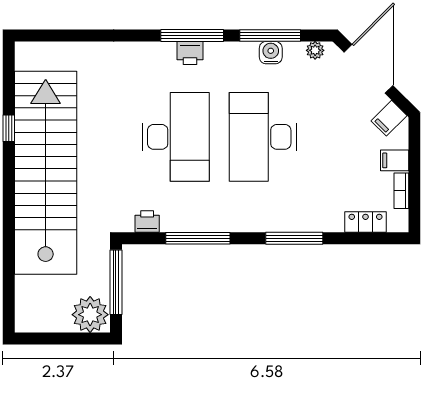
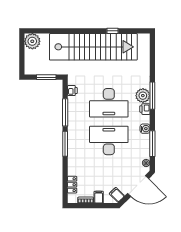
window: (192, 35) -> (152, 96), moved
water cooler: (271, 53) -> (145, 129), moved
plant: (159, 58) -> (143, 96), added
window: (294, 238) -> (65, 144), moved
window: (116, 282) -> (46, 77), width x0.69
plant: (90, 315) -> (32, 41), moved

